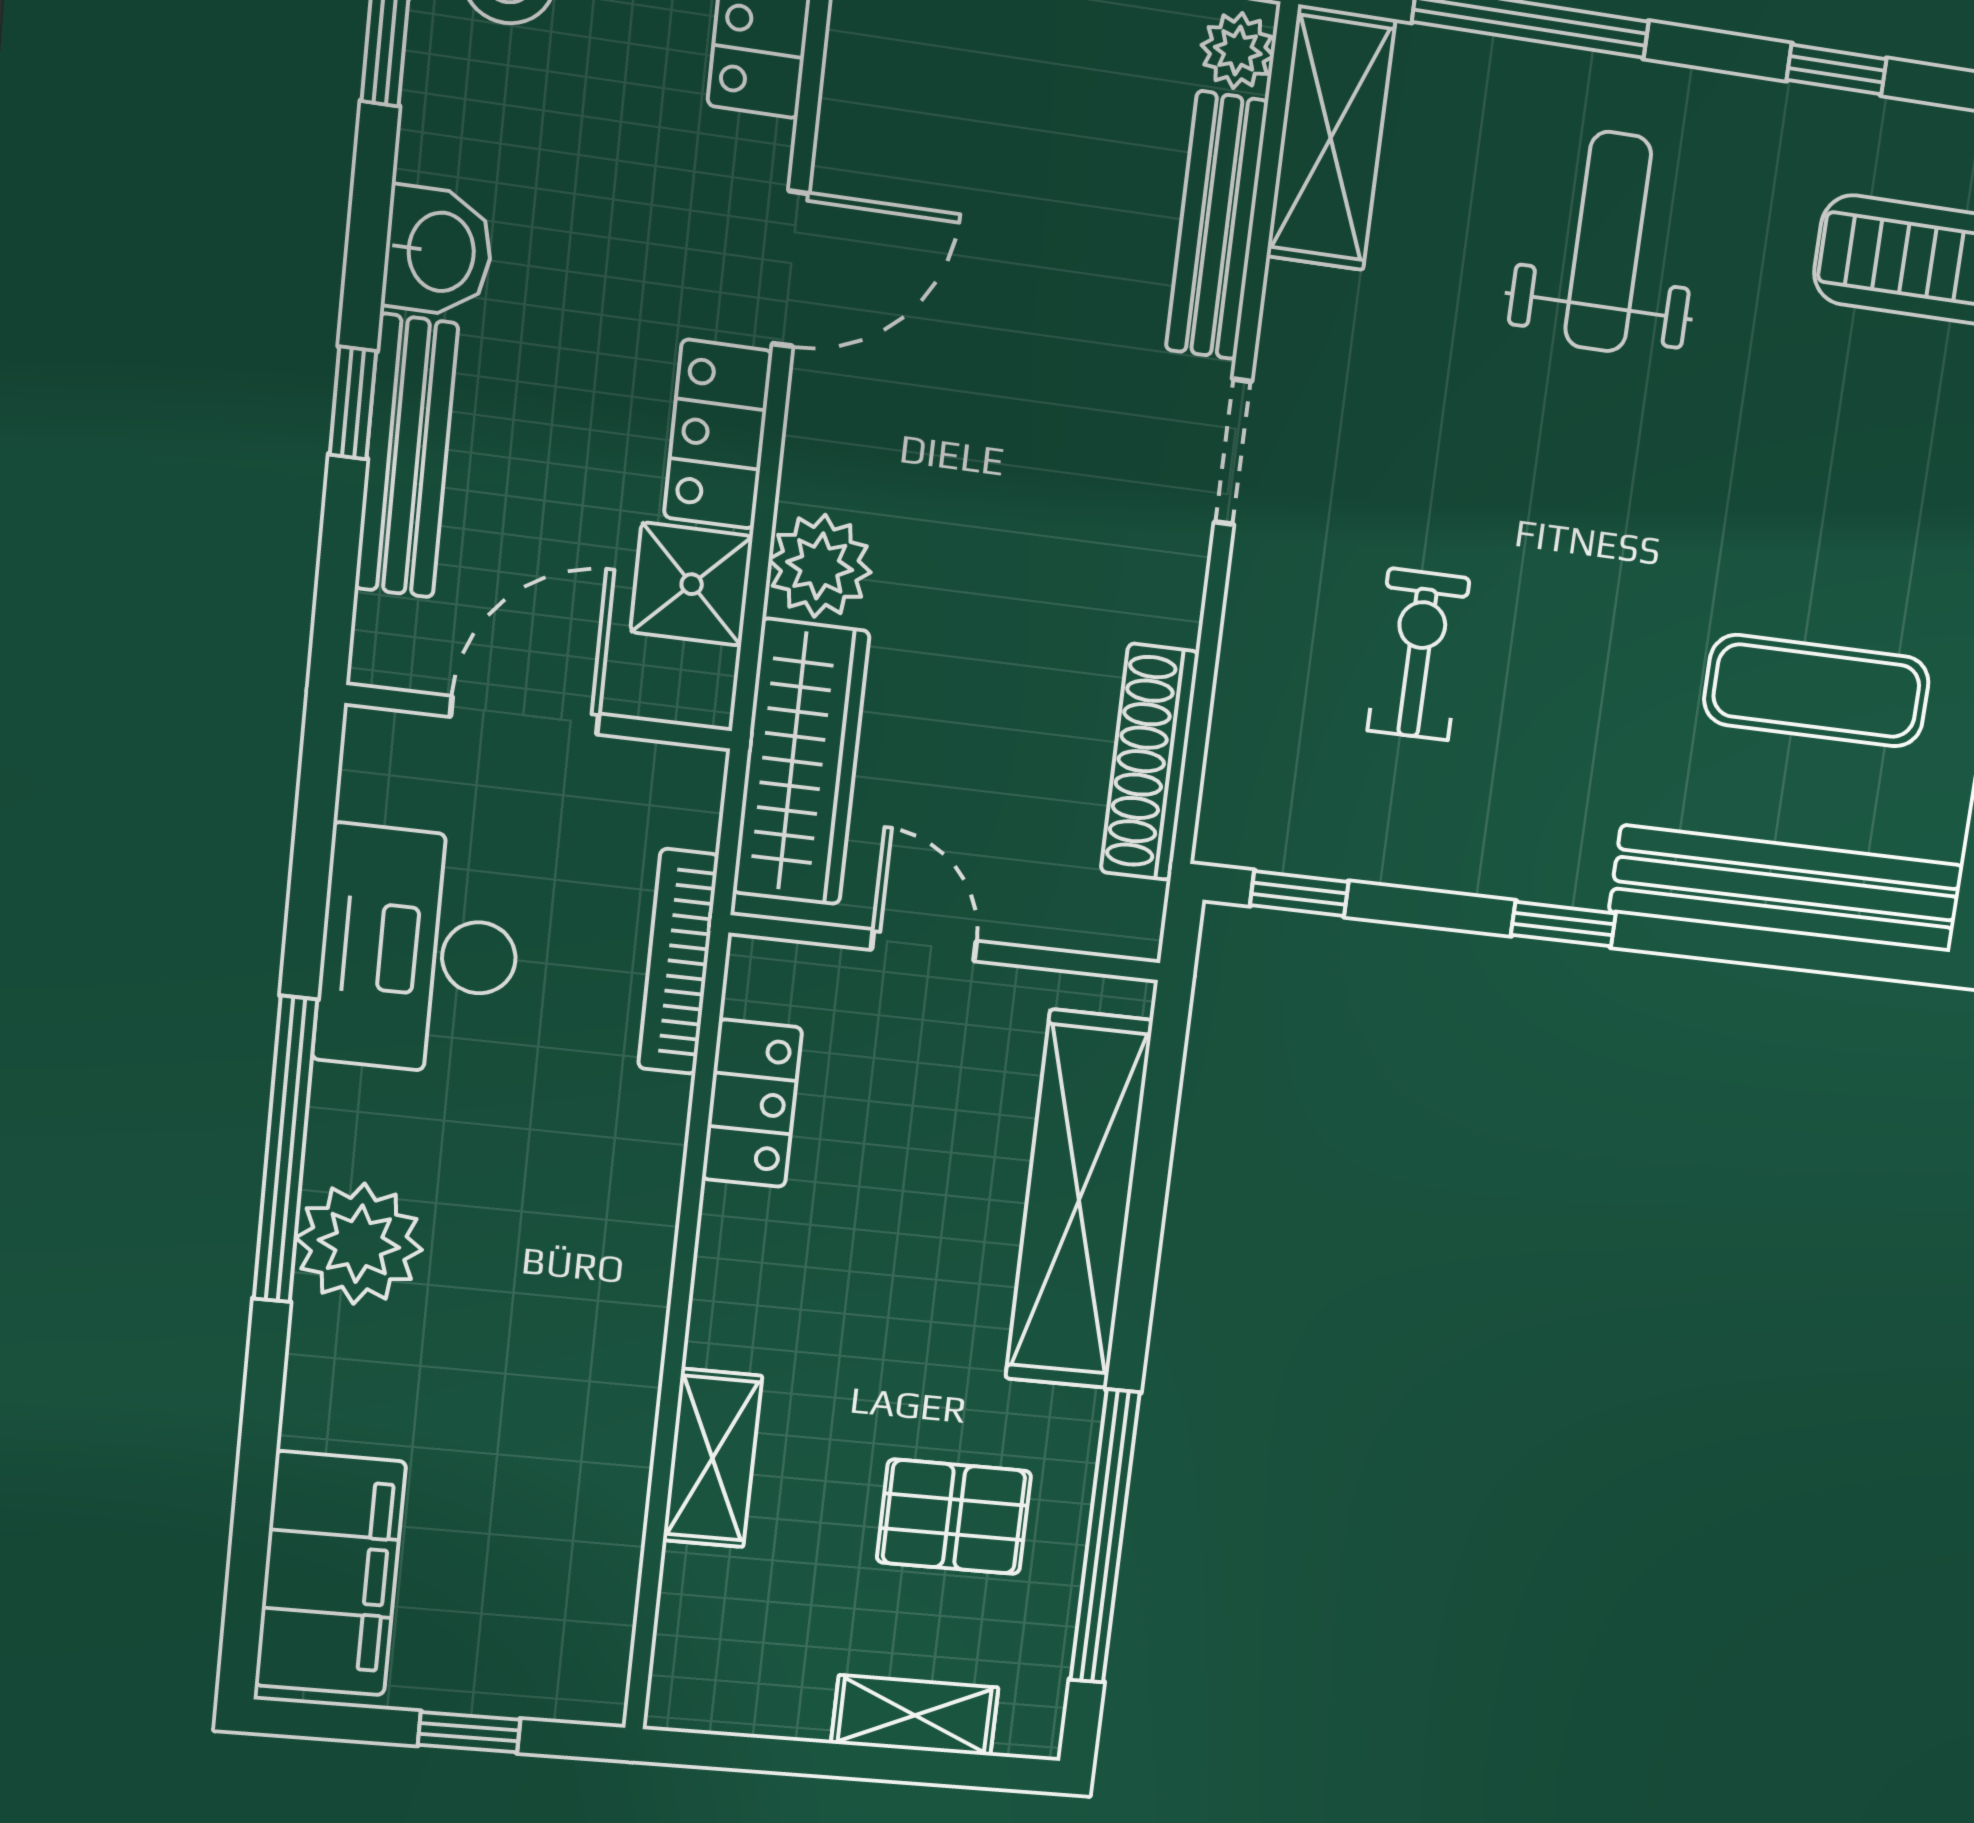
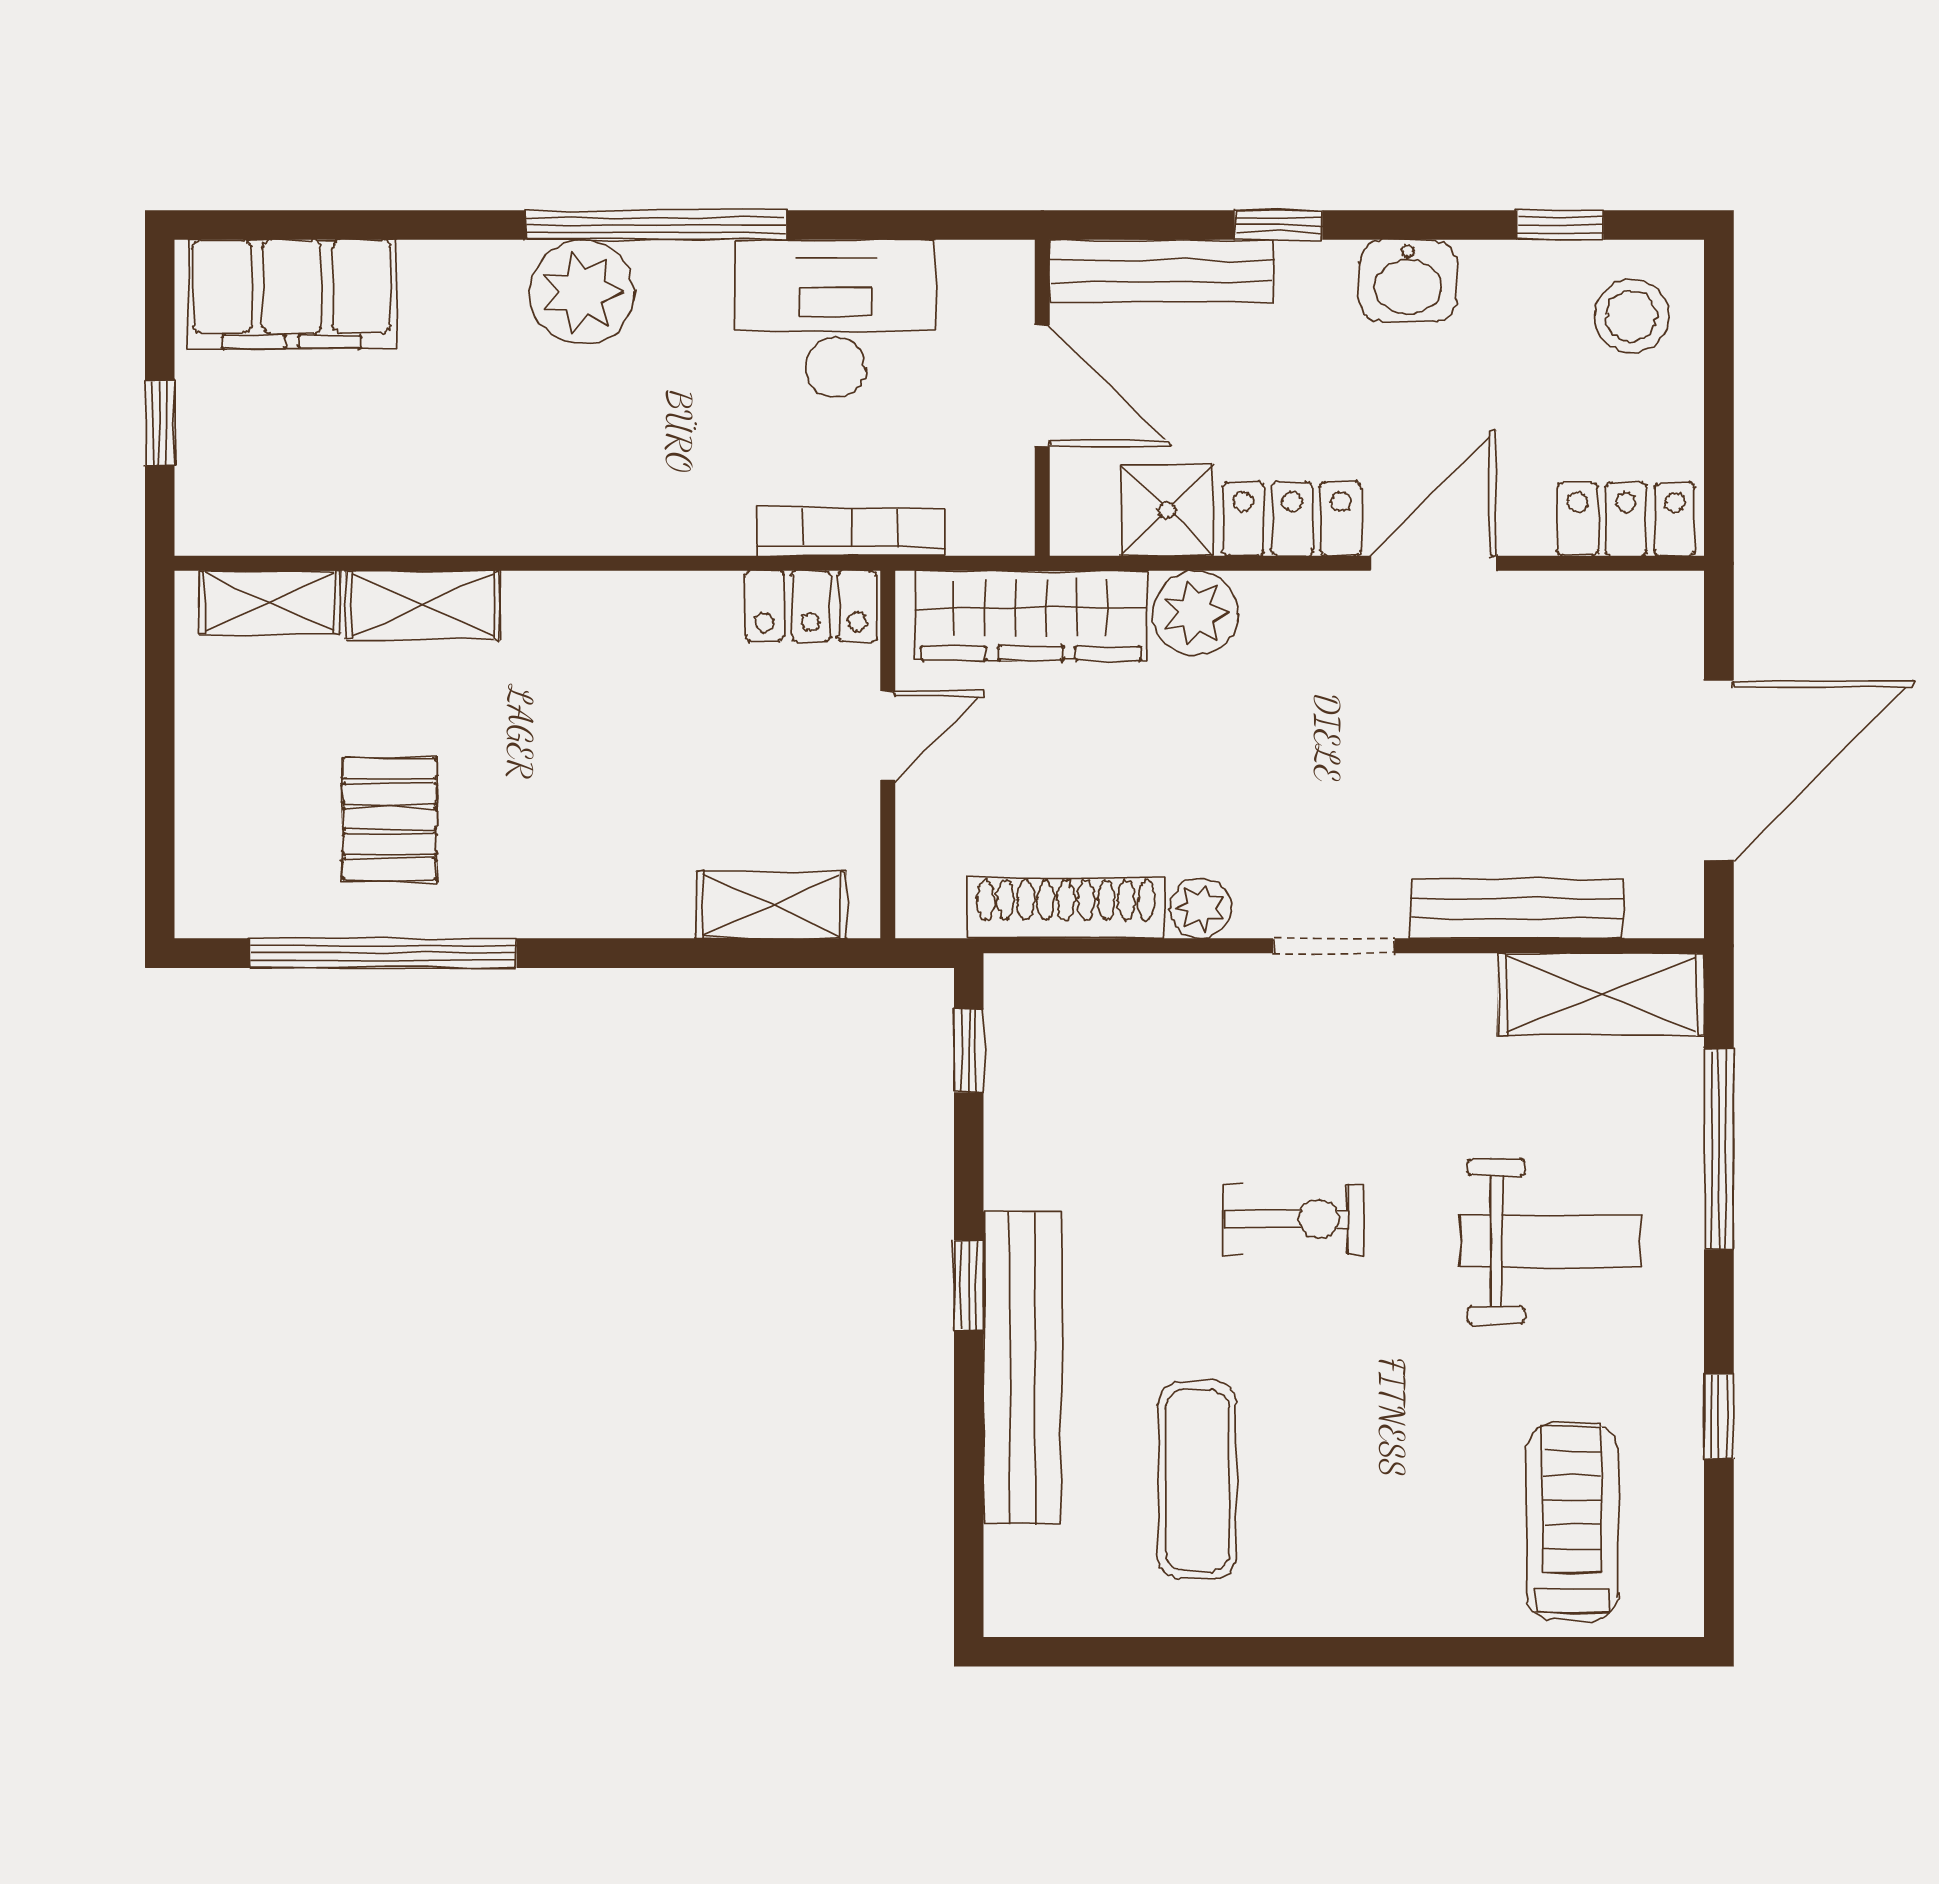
plant: (1238, 51) -> (1201, 908), moved
door: (791, 269) -> (1433, 563), swing flipped
bench: (406, 456) -> (1162, 271), moved
exercise bike: (1418, 654) -> (1294, 1219), moved
bench: (1787, 889) -> (1022, 1368), moved
locker: (752, 1103) -> (811, 606), moved
shelving: (1079, 1200) -> (771, 905), width x0.45, depth x0.75
shelving: (915, 1715) -> (270, 602), moved, turned 90

